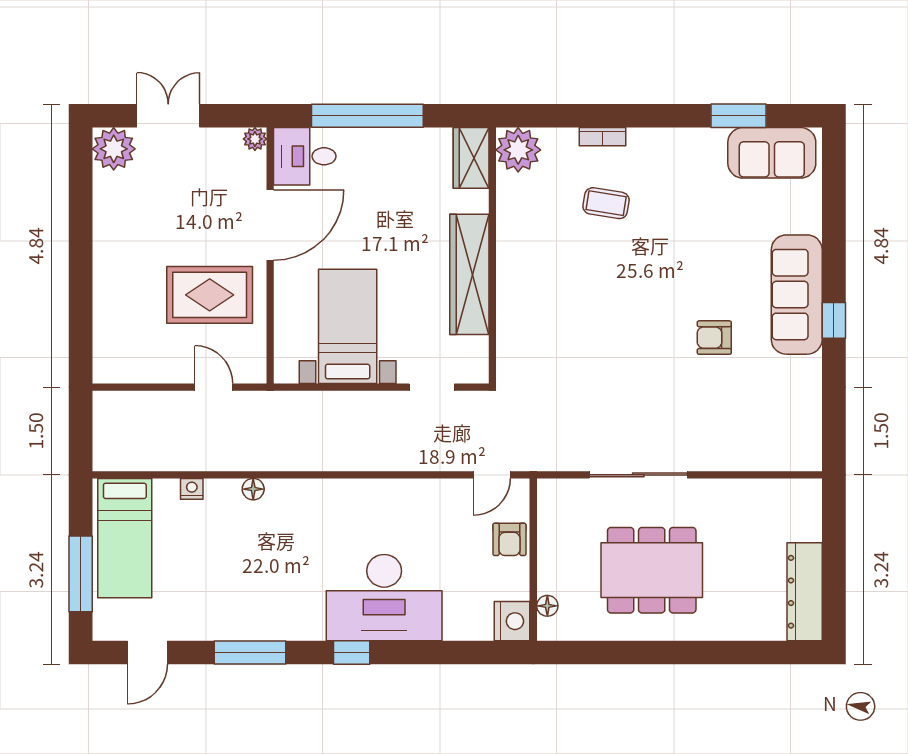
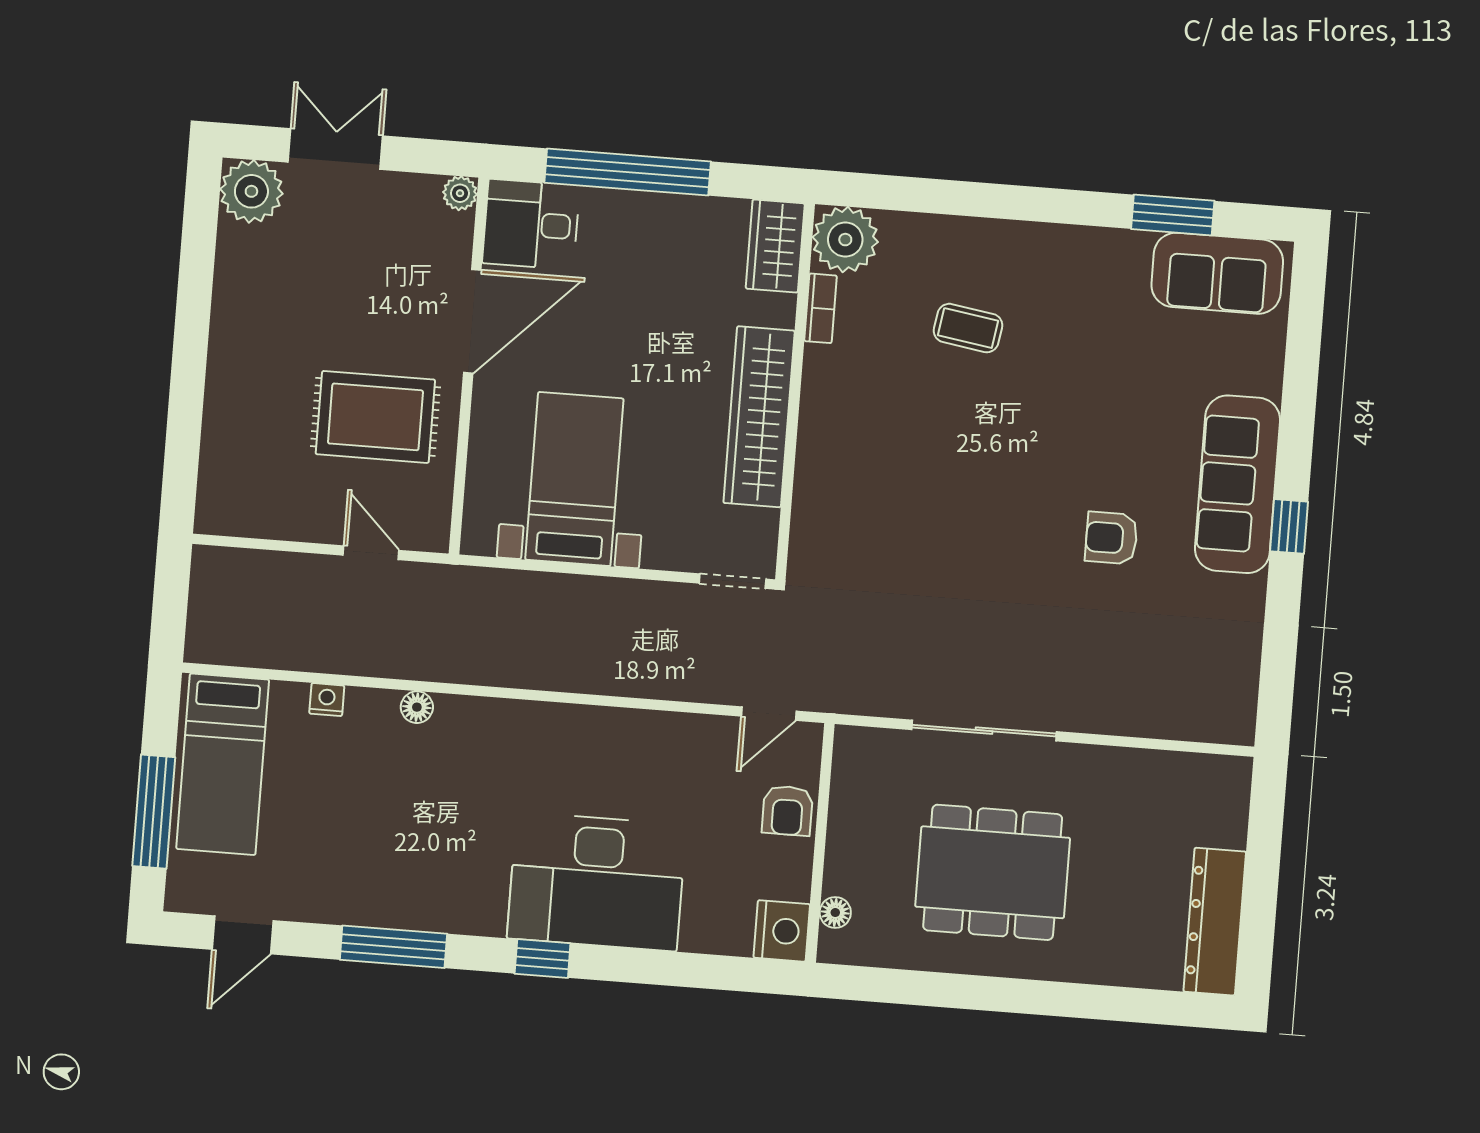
bookcase: (602, 137) -> (820, 308), moved, turned -90
doorway: (432, 387) -> (733, 581), moved

